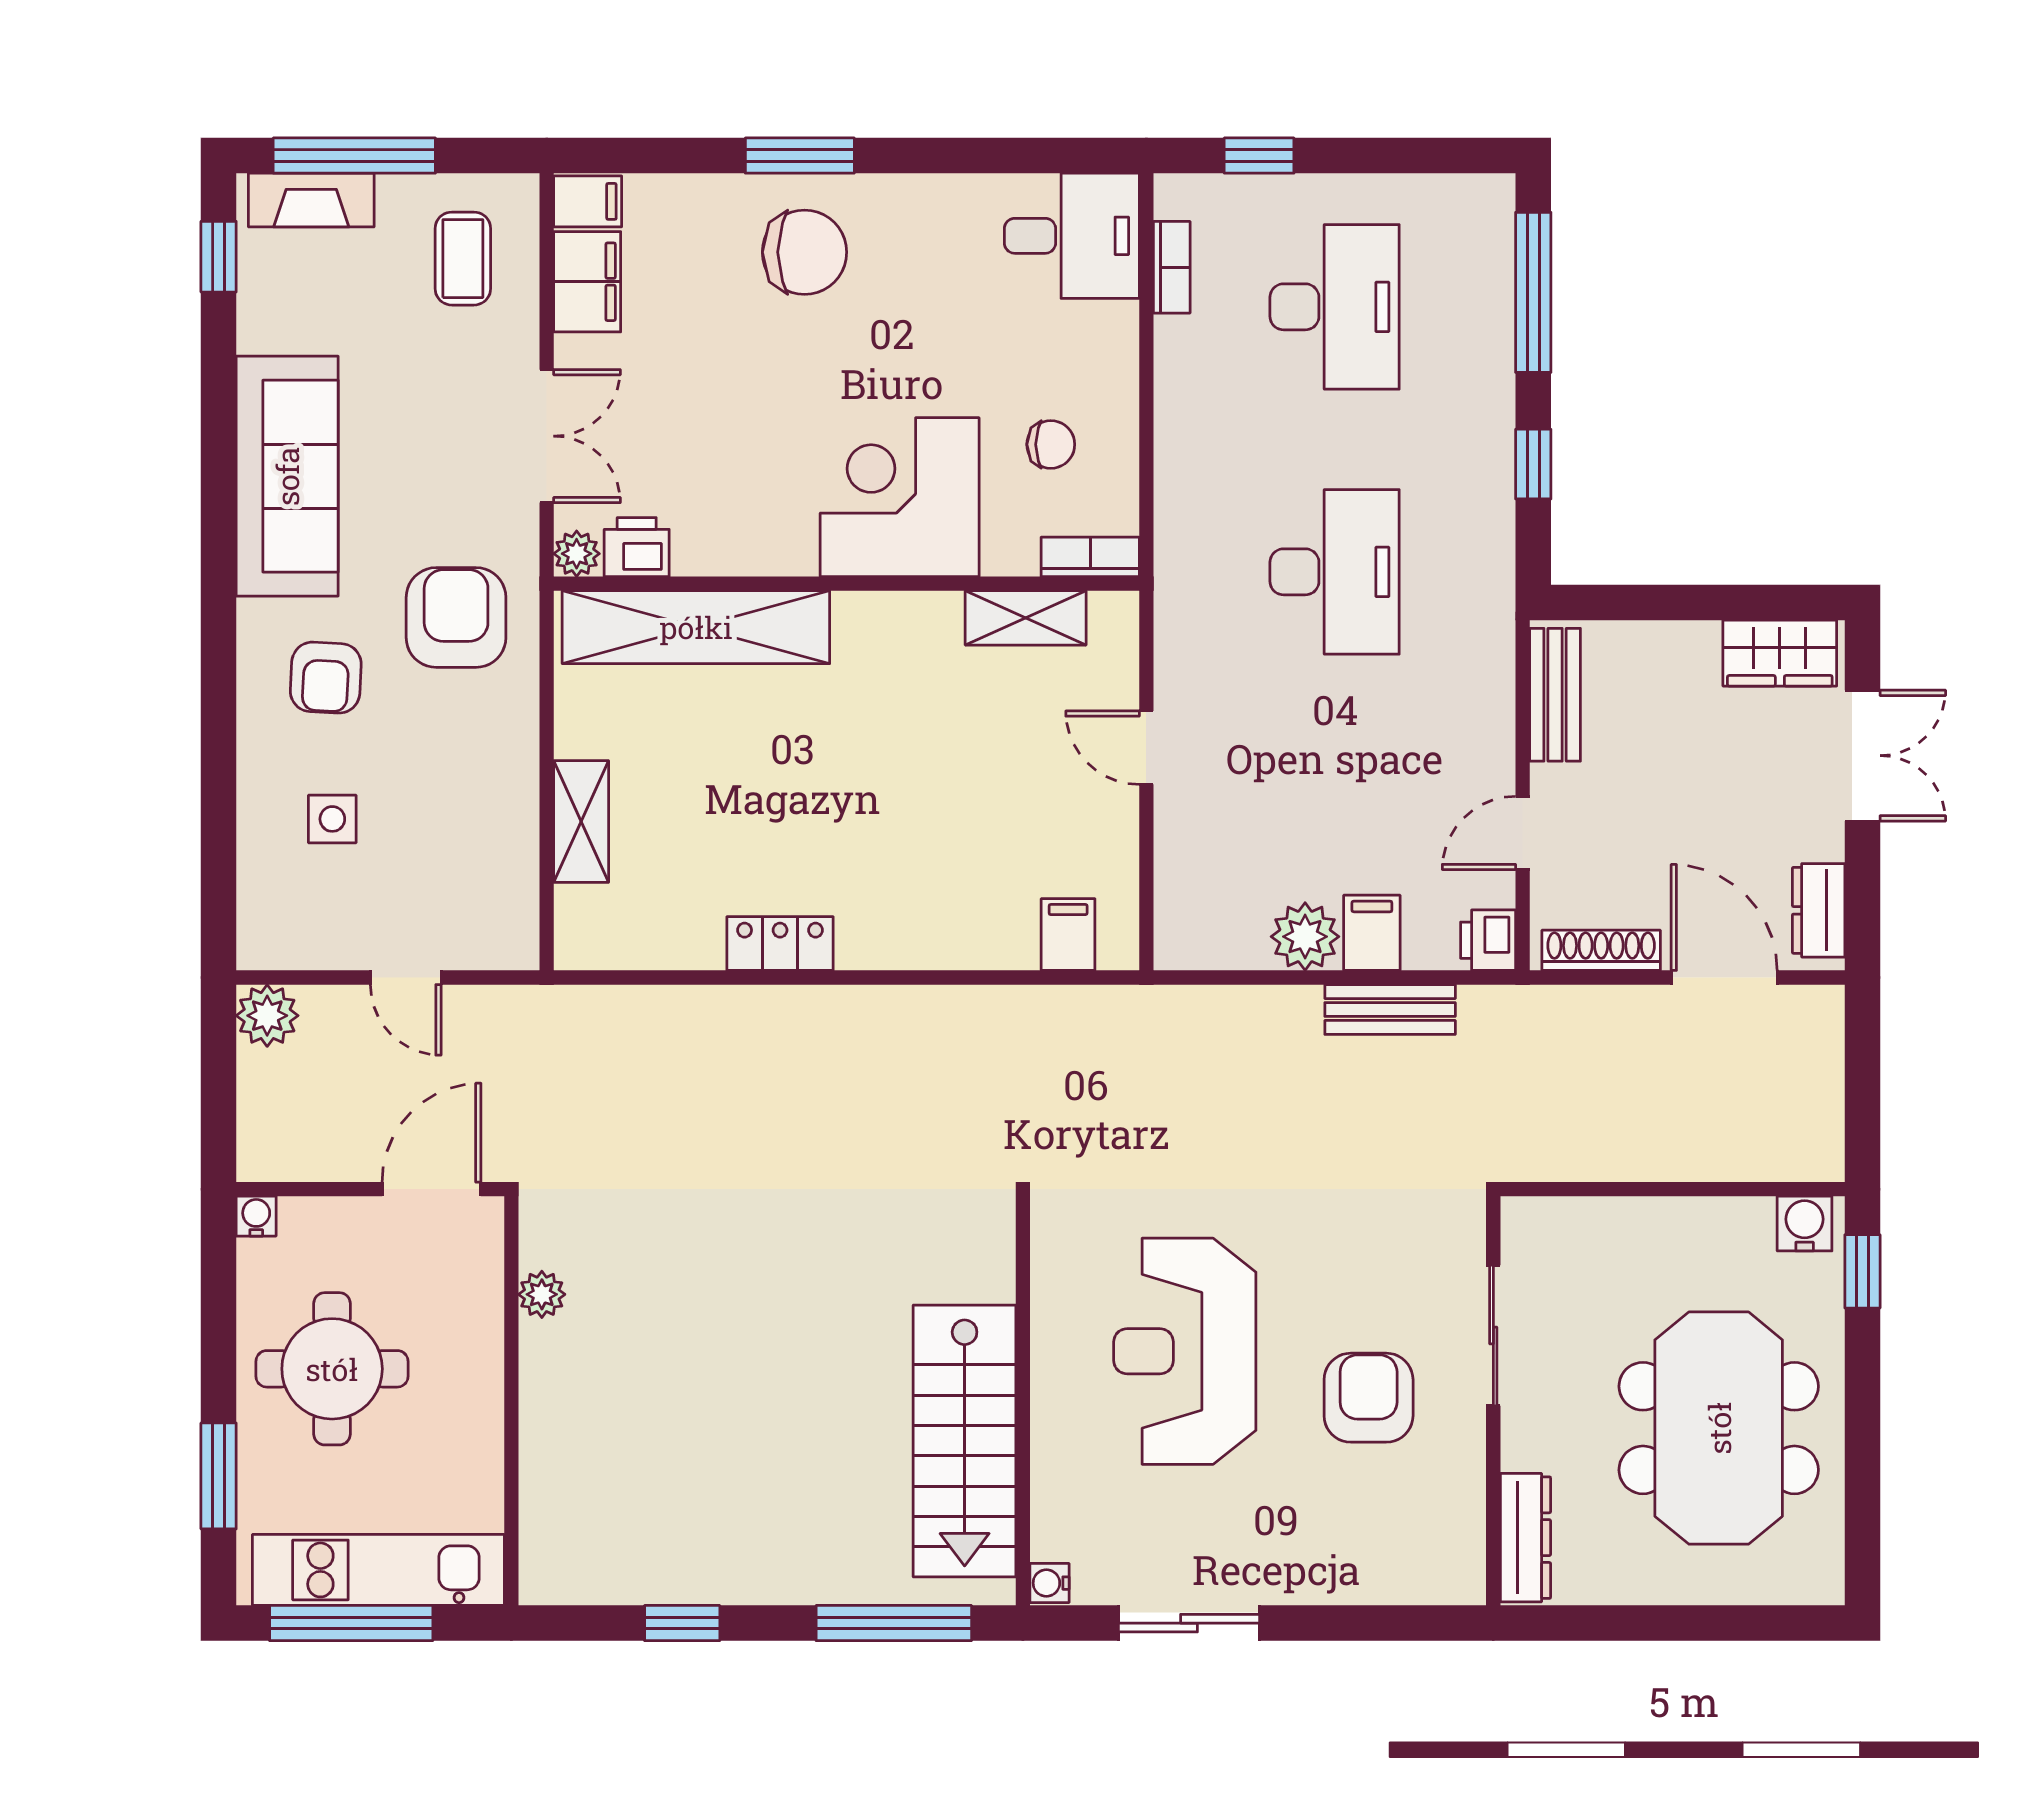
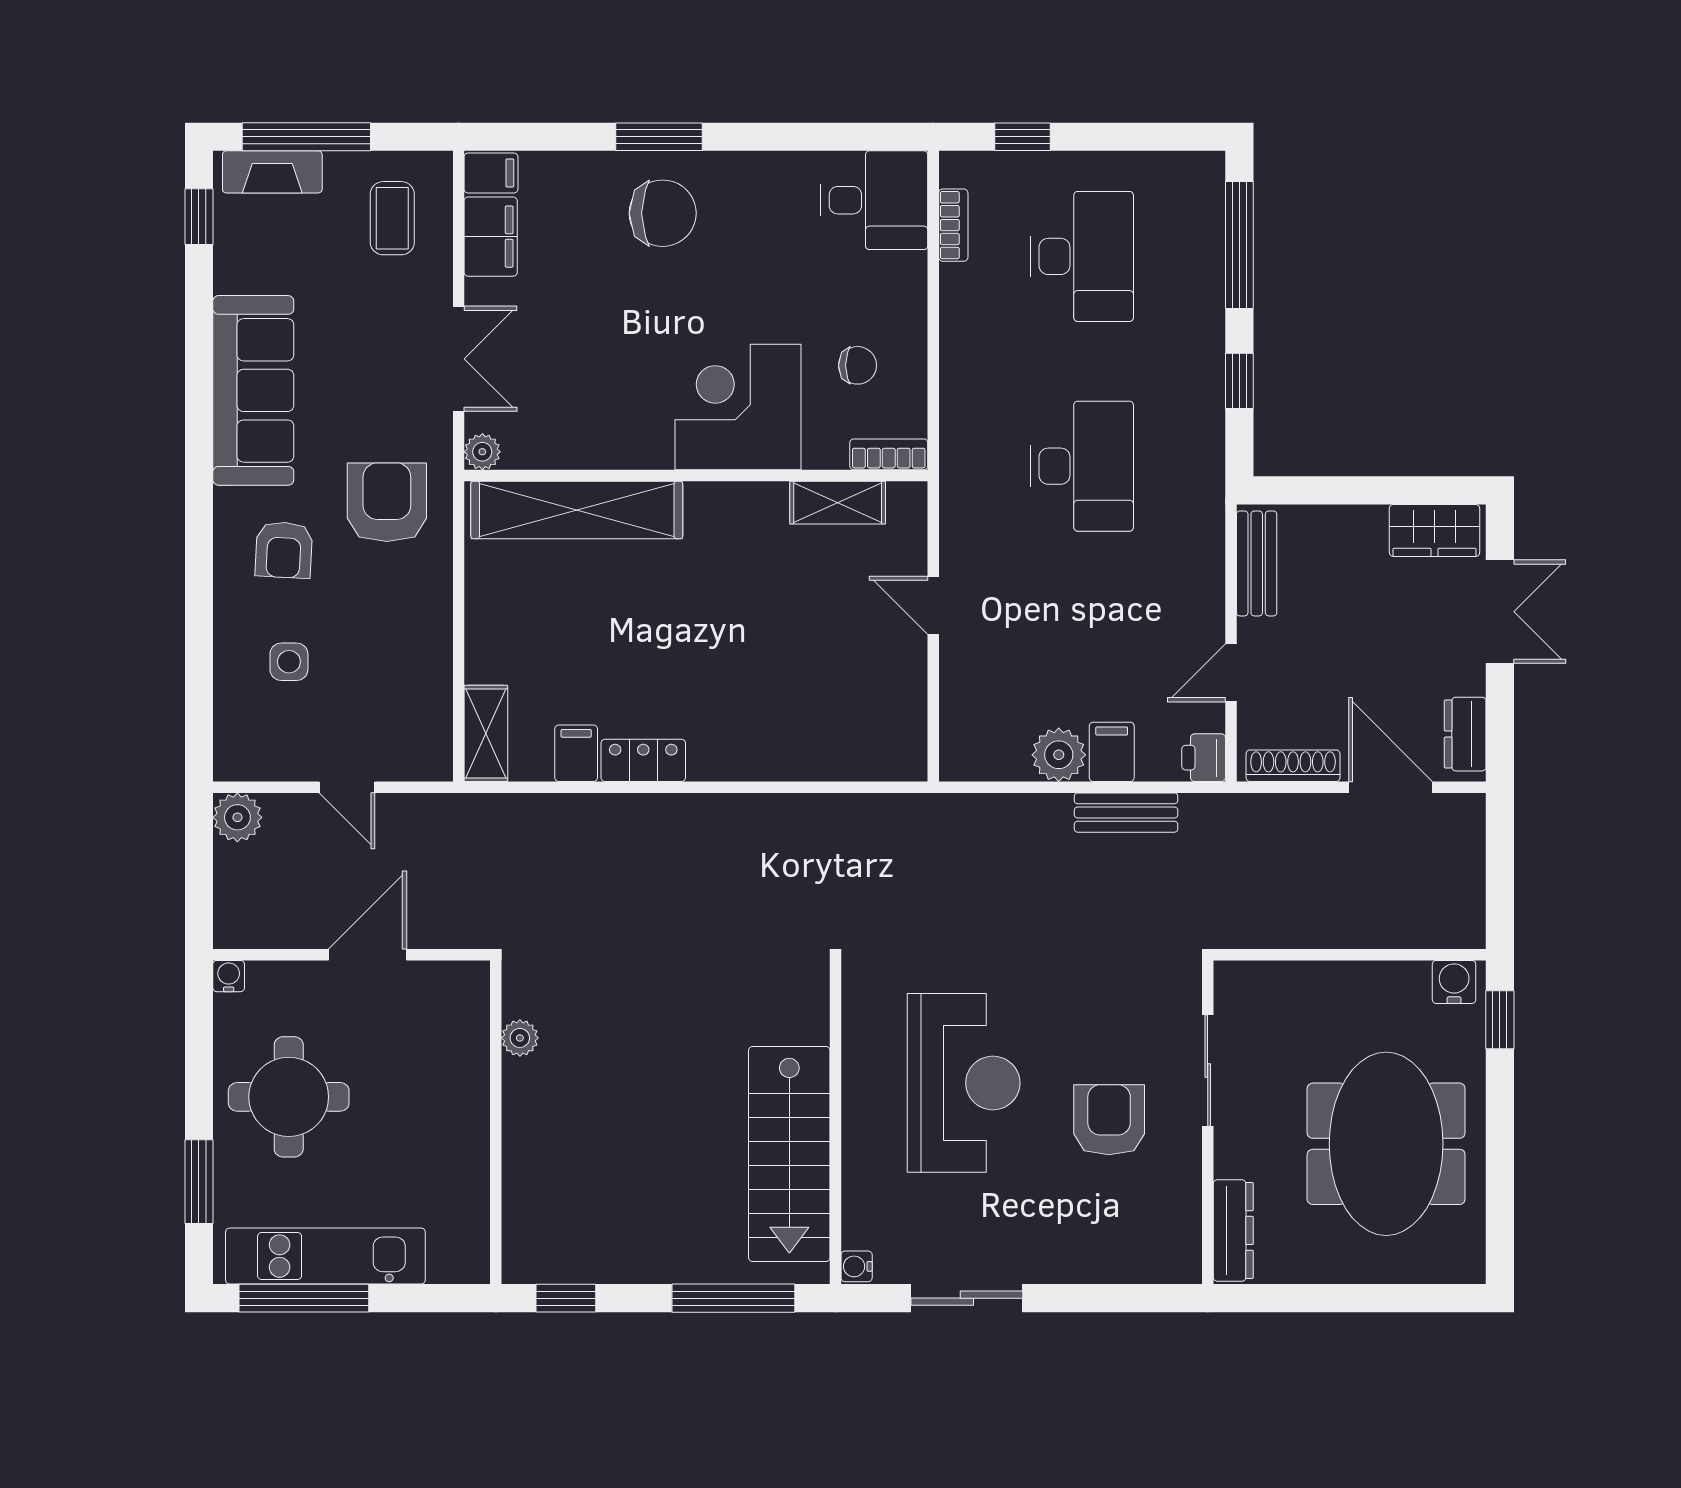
printer: (637, 547) -> (530, 447), removed
shelving: (581, 821) -> (486, 733), moved
filing cabinet: (1068, 935) -> (576, 753), moved
plant: (542, 1294) -> (520, 1038), moved
reception desk: (1185, 1351) -> (964, 1083), turned 180
wall: (511, 1401) -> (496, 1122), moved

